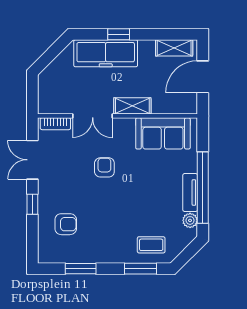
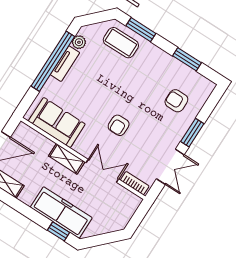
window: (119, 34) -> (59, 231), moved
window: (32, 204) -> (192, 133), width x1.50
coffee table: (151, 245) -> (121, 43), width x1.36, depth x1.30

